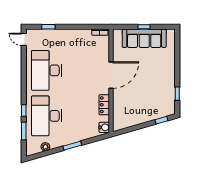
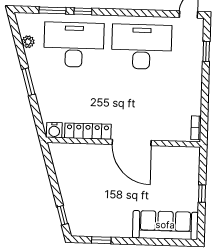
sofa: (144, 38) -> (165, 225), moved, turned 90
locker: (104, 105) -> (88, 131), width x1.53

